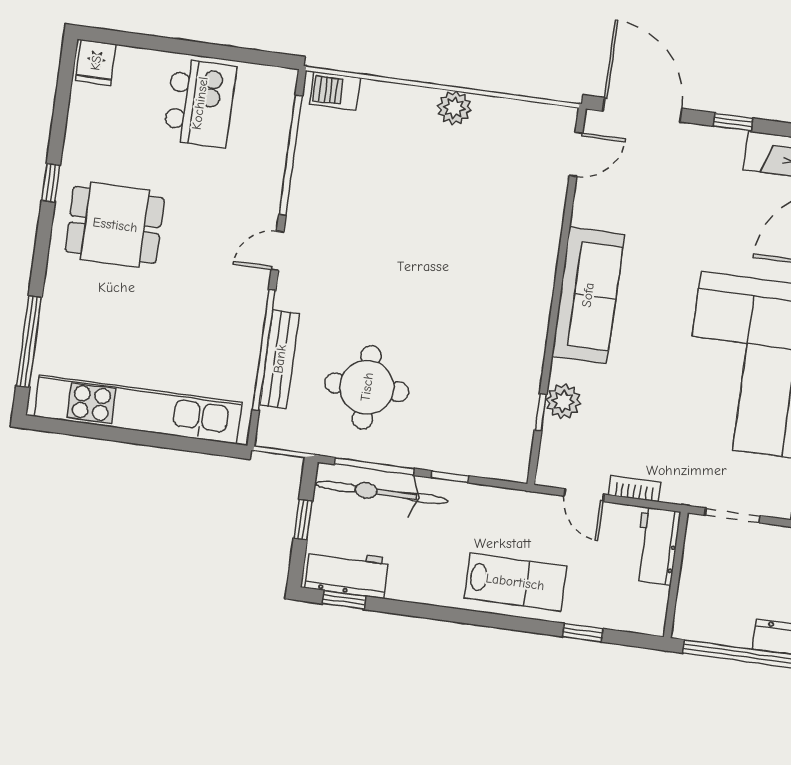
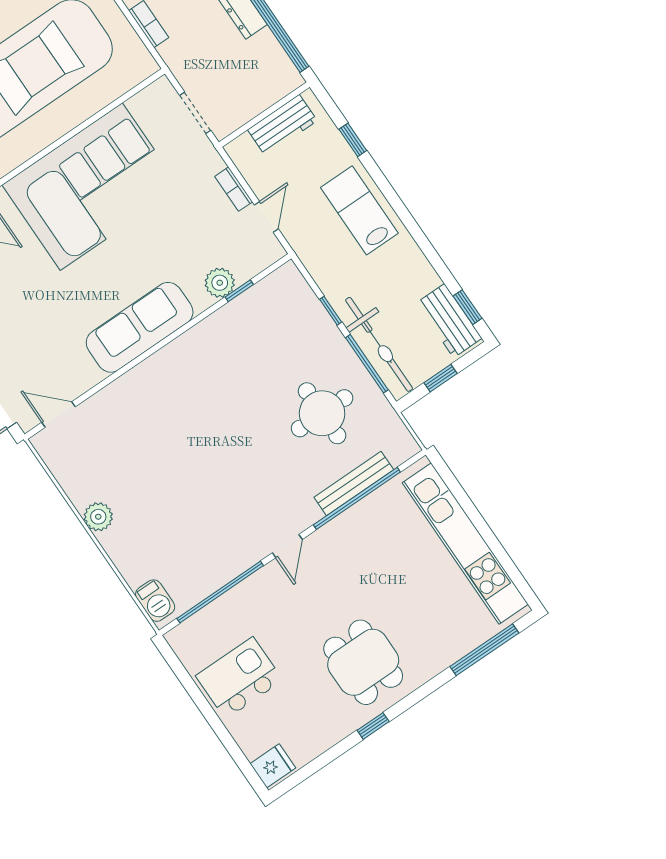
door: (278, 251) -> (287, 546), hinge flipped
workbench: (657, 546) -> (282, 125), moved

